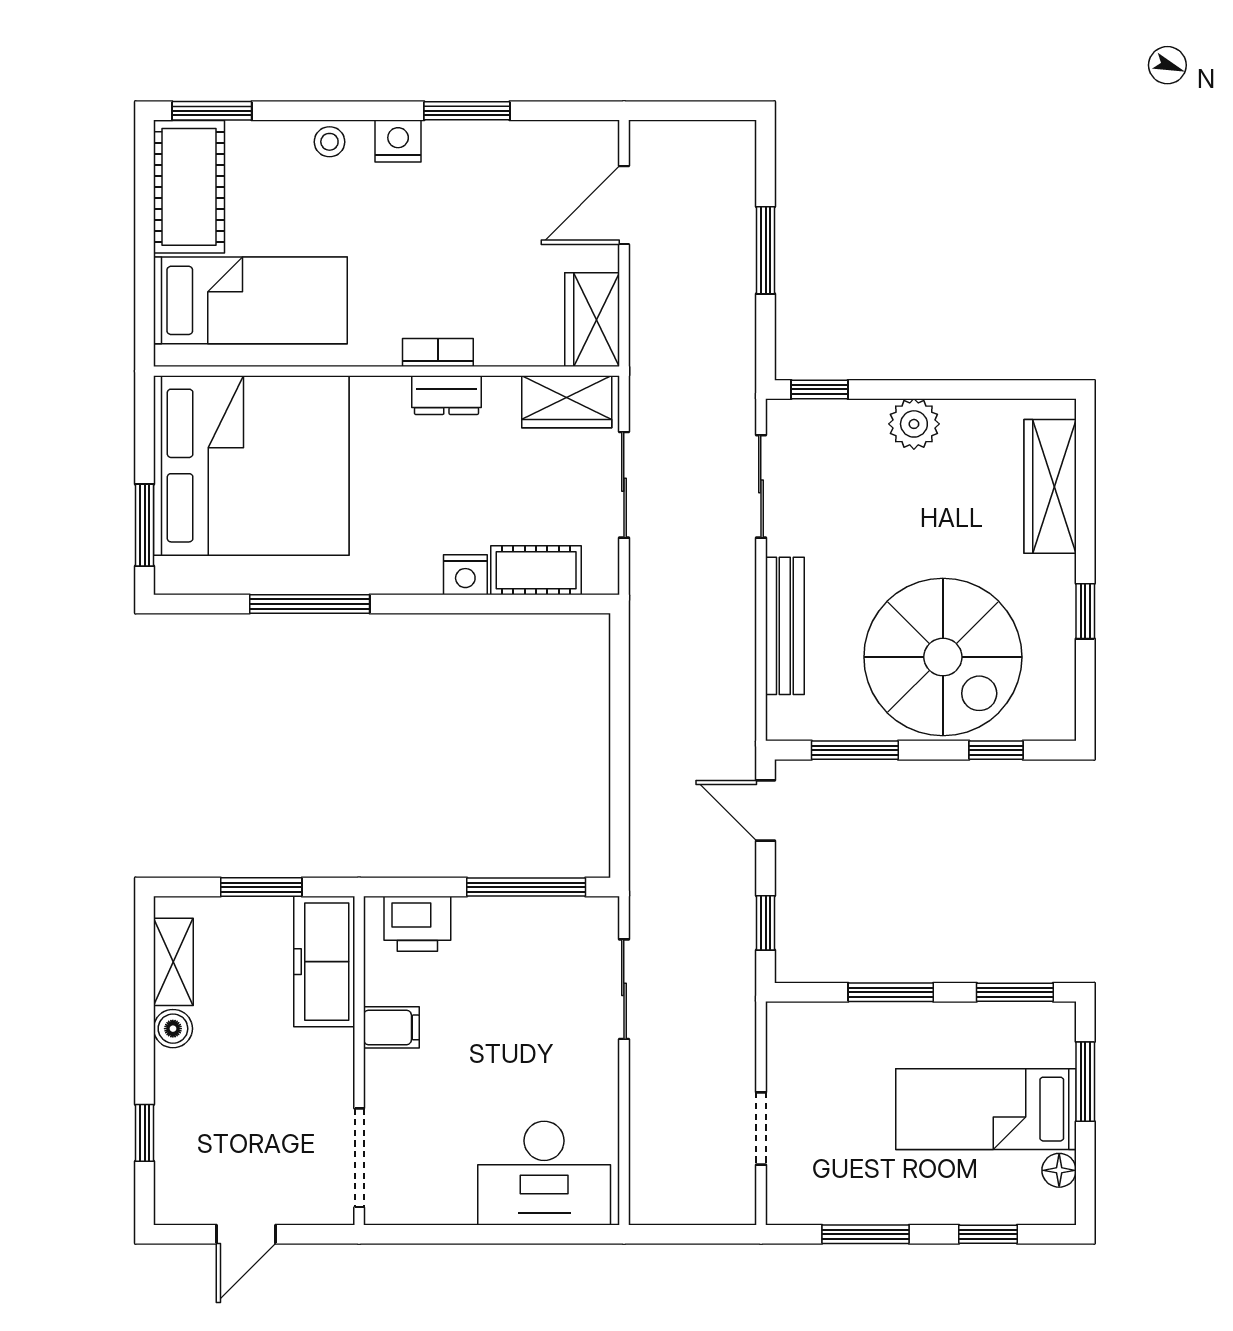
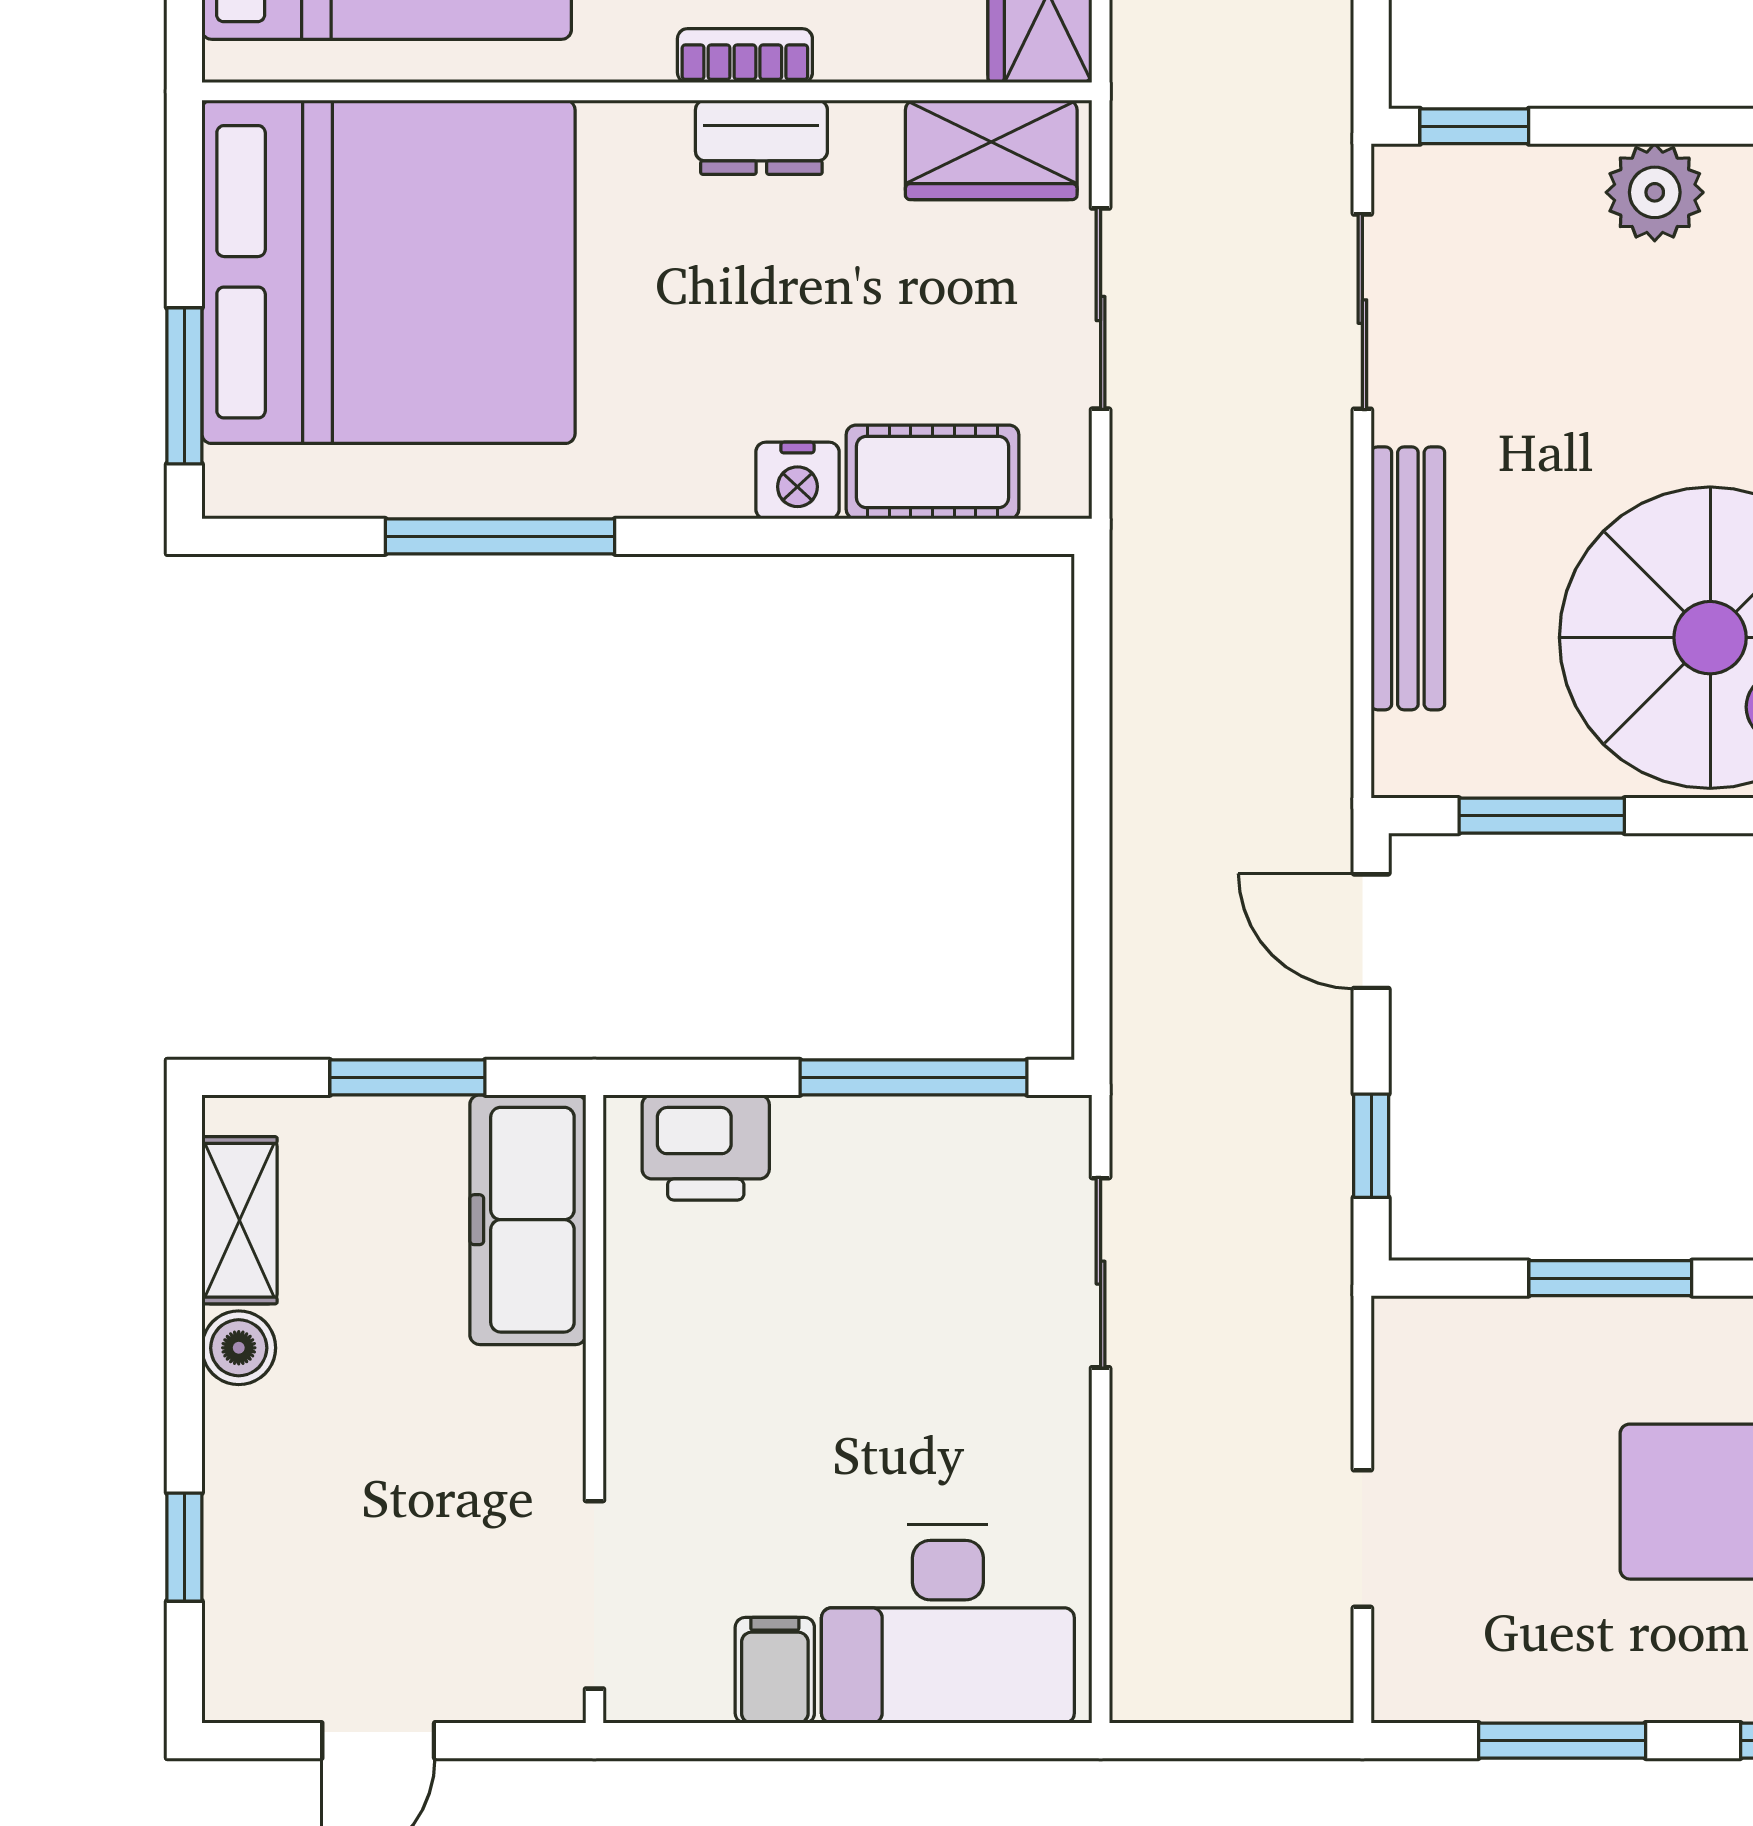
filing cabinet: (391, 1027) -> (775, 1670), moved, turned -90

